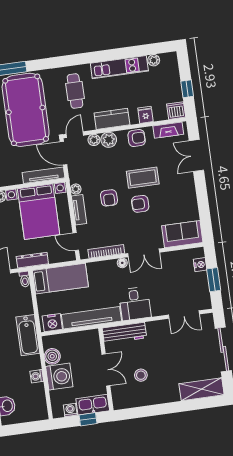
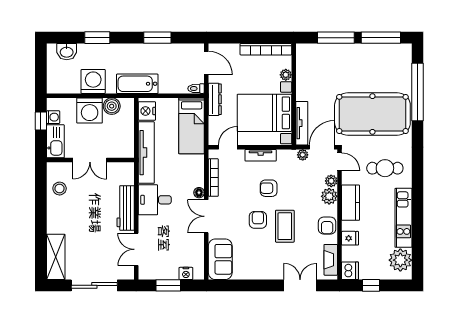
plant: (154, 60) -> (400, 260), width x1.88, depth x1.88
plant: (76, 189) -> (303, 155), moved
workbench: (124, 333) -> (126, 208), moved
stool: (141, 375) -> (60, 189), moved
washing machine: (37, 376) -> (93, 81), width x1.89, depth x1.89
window: (88, 419) -> (41, 121), moved

